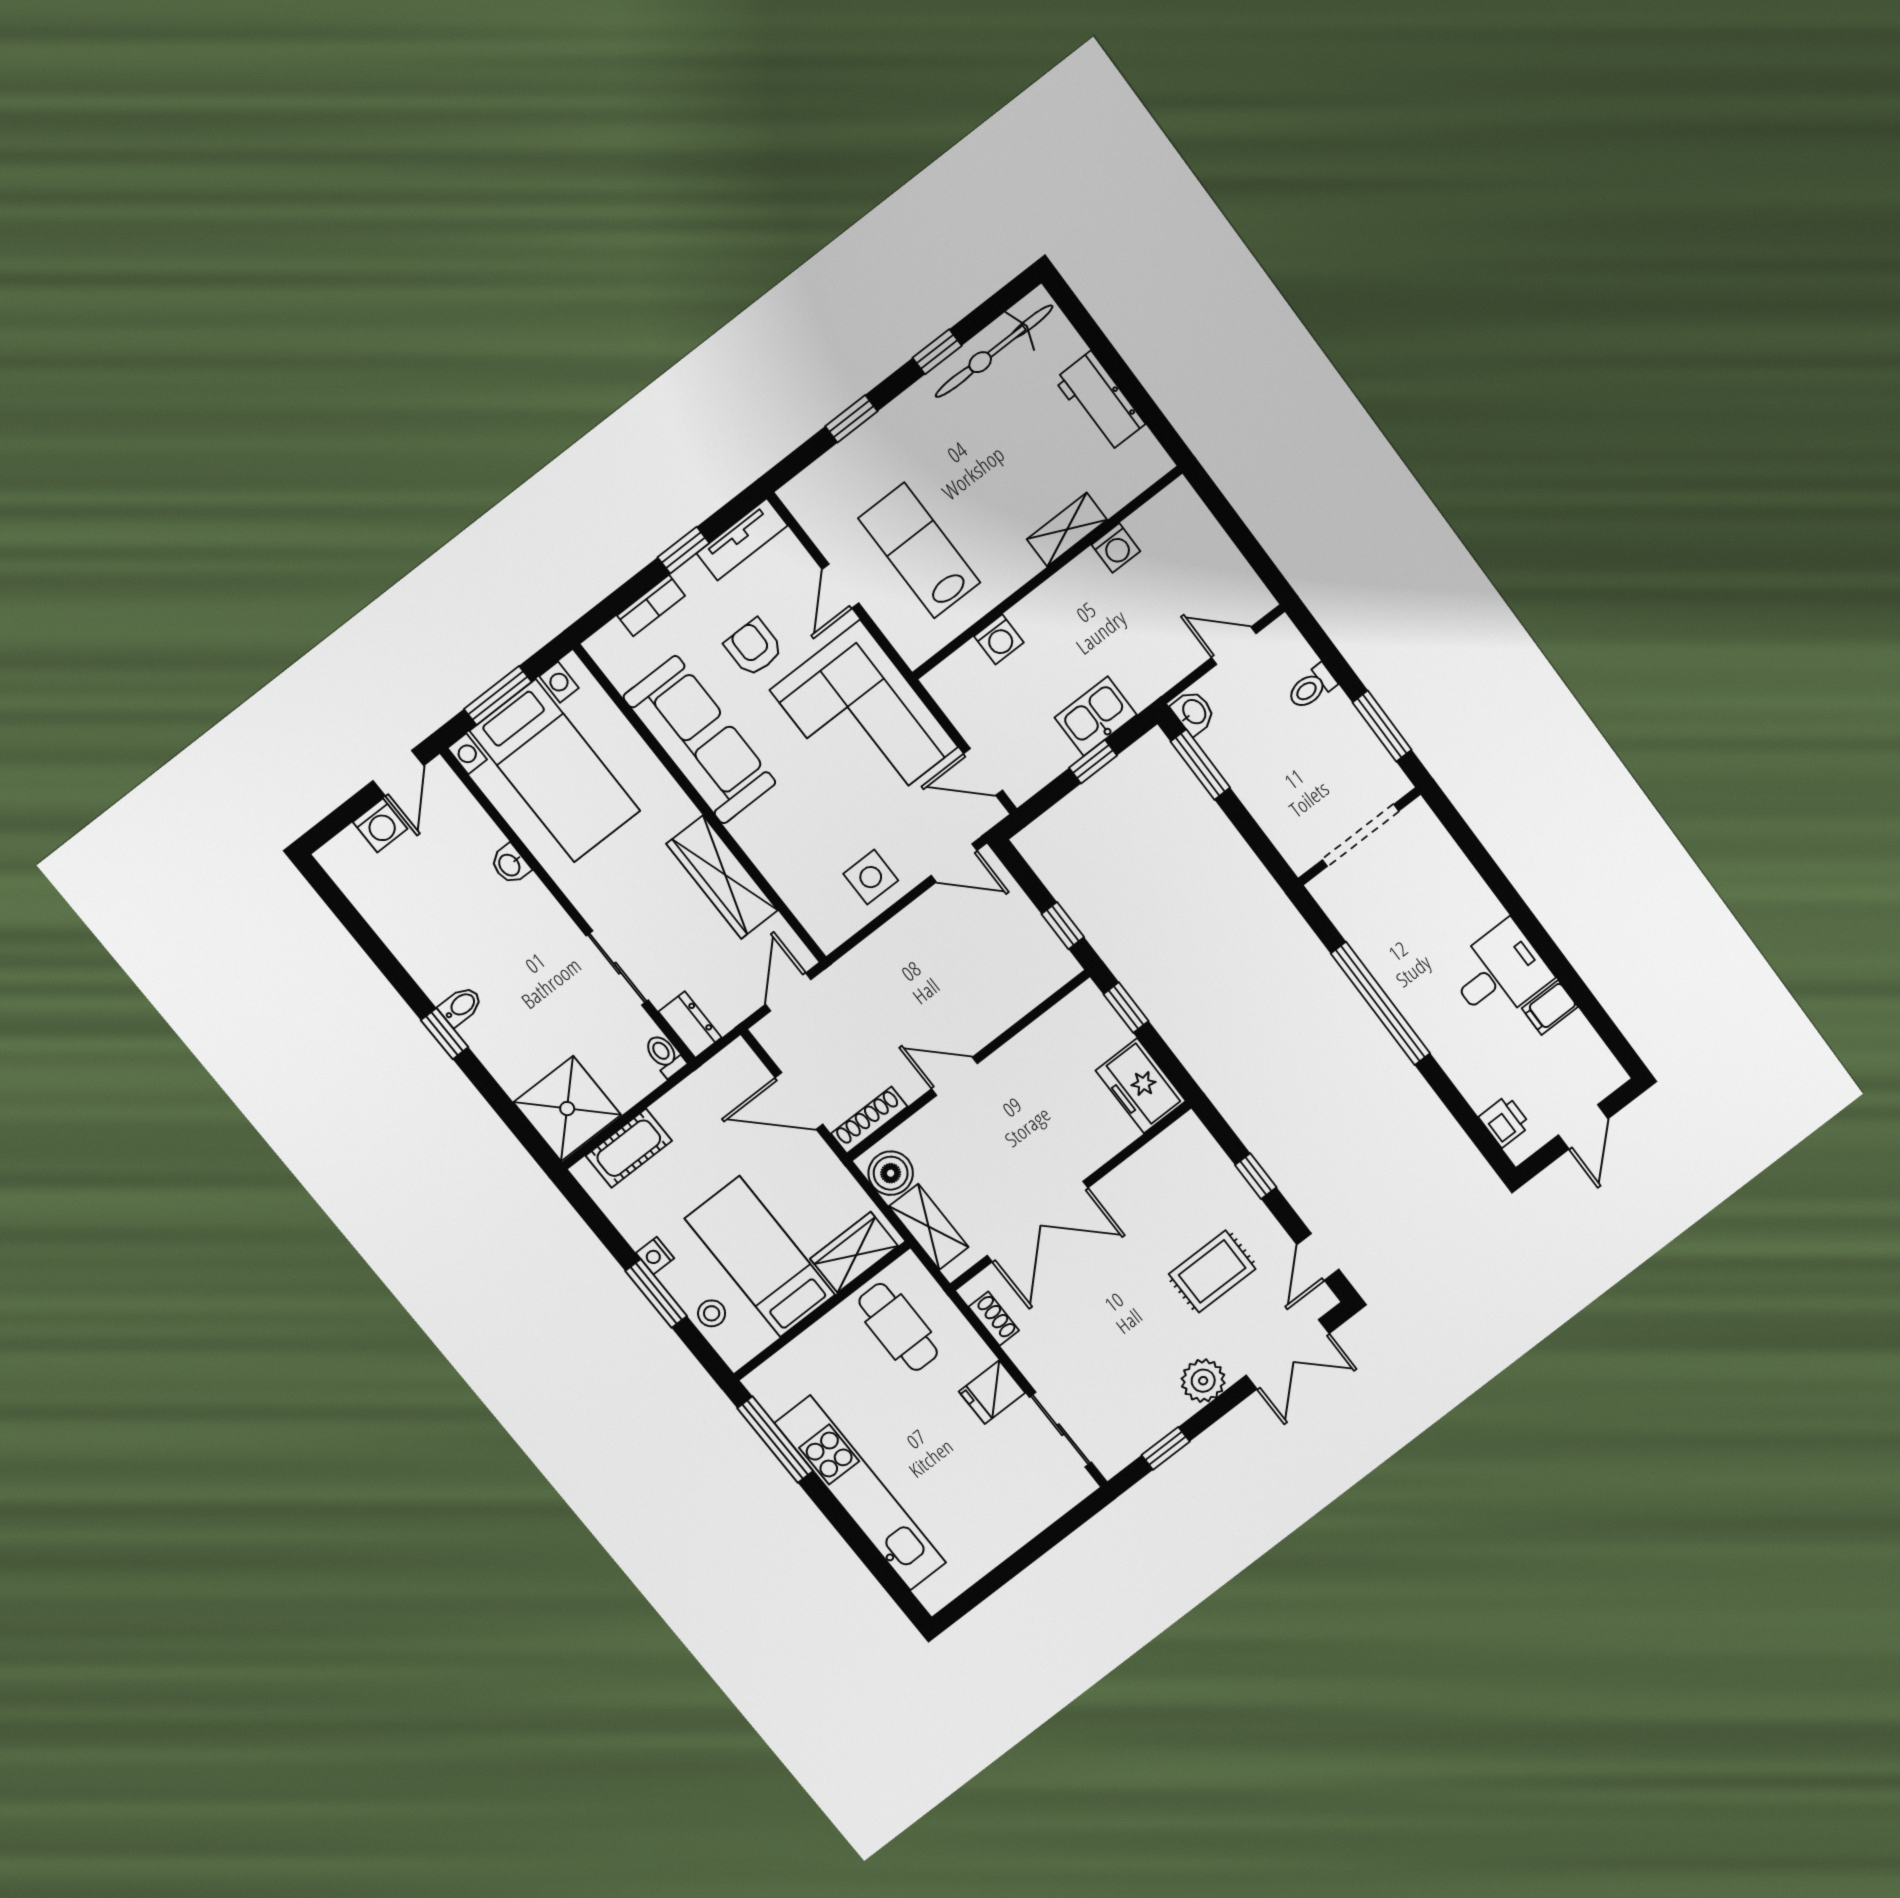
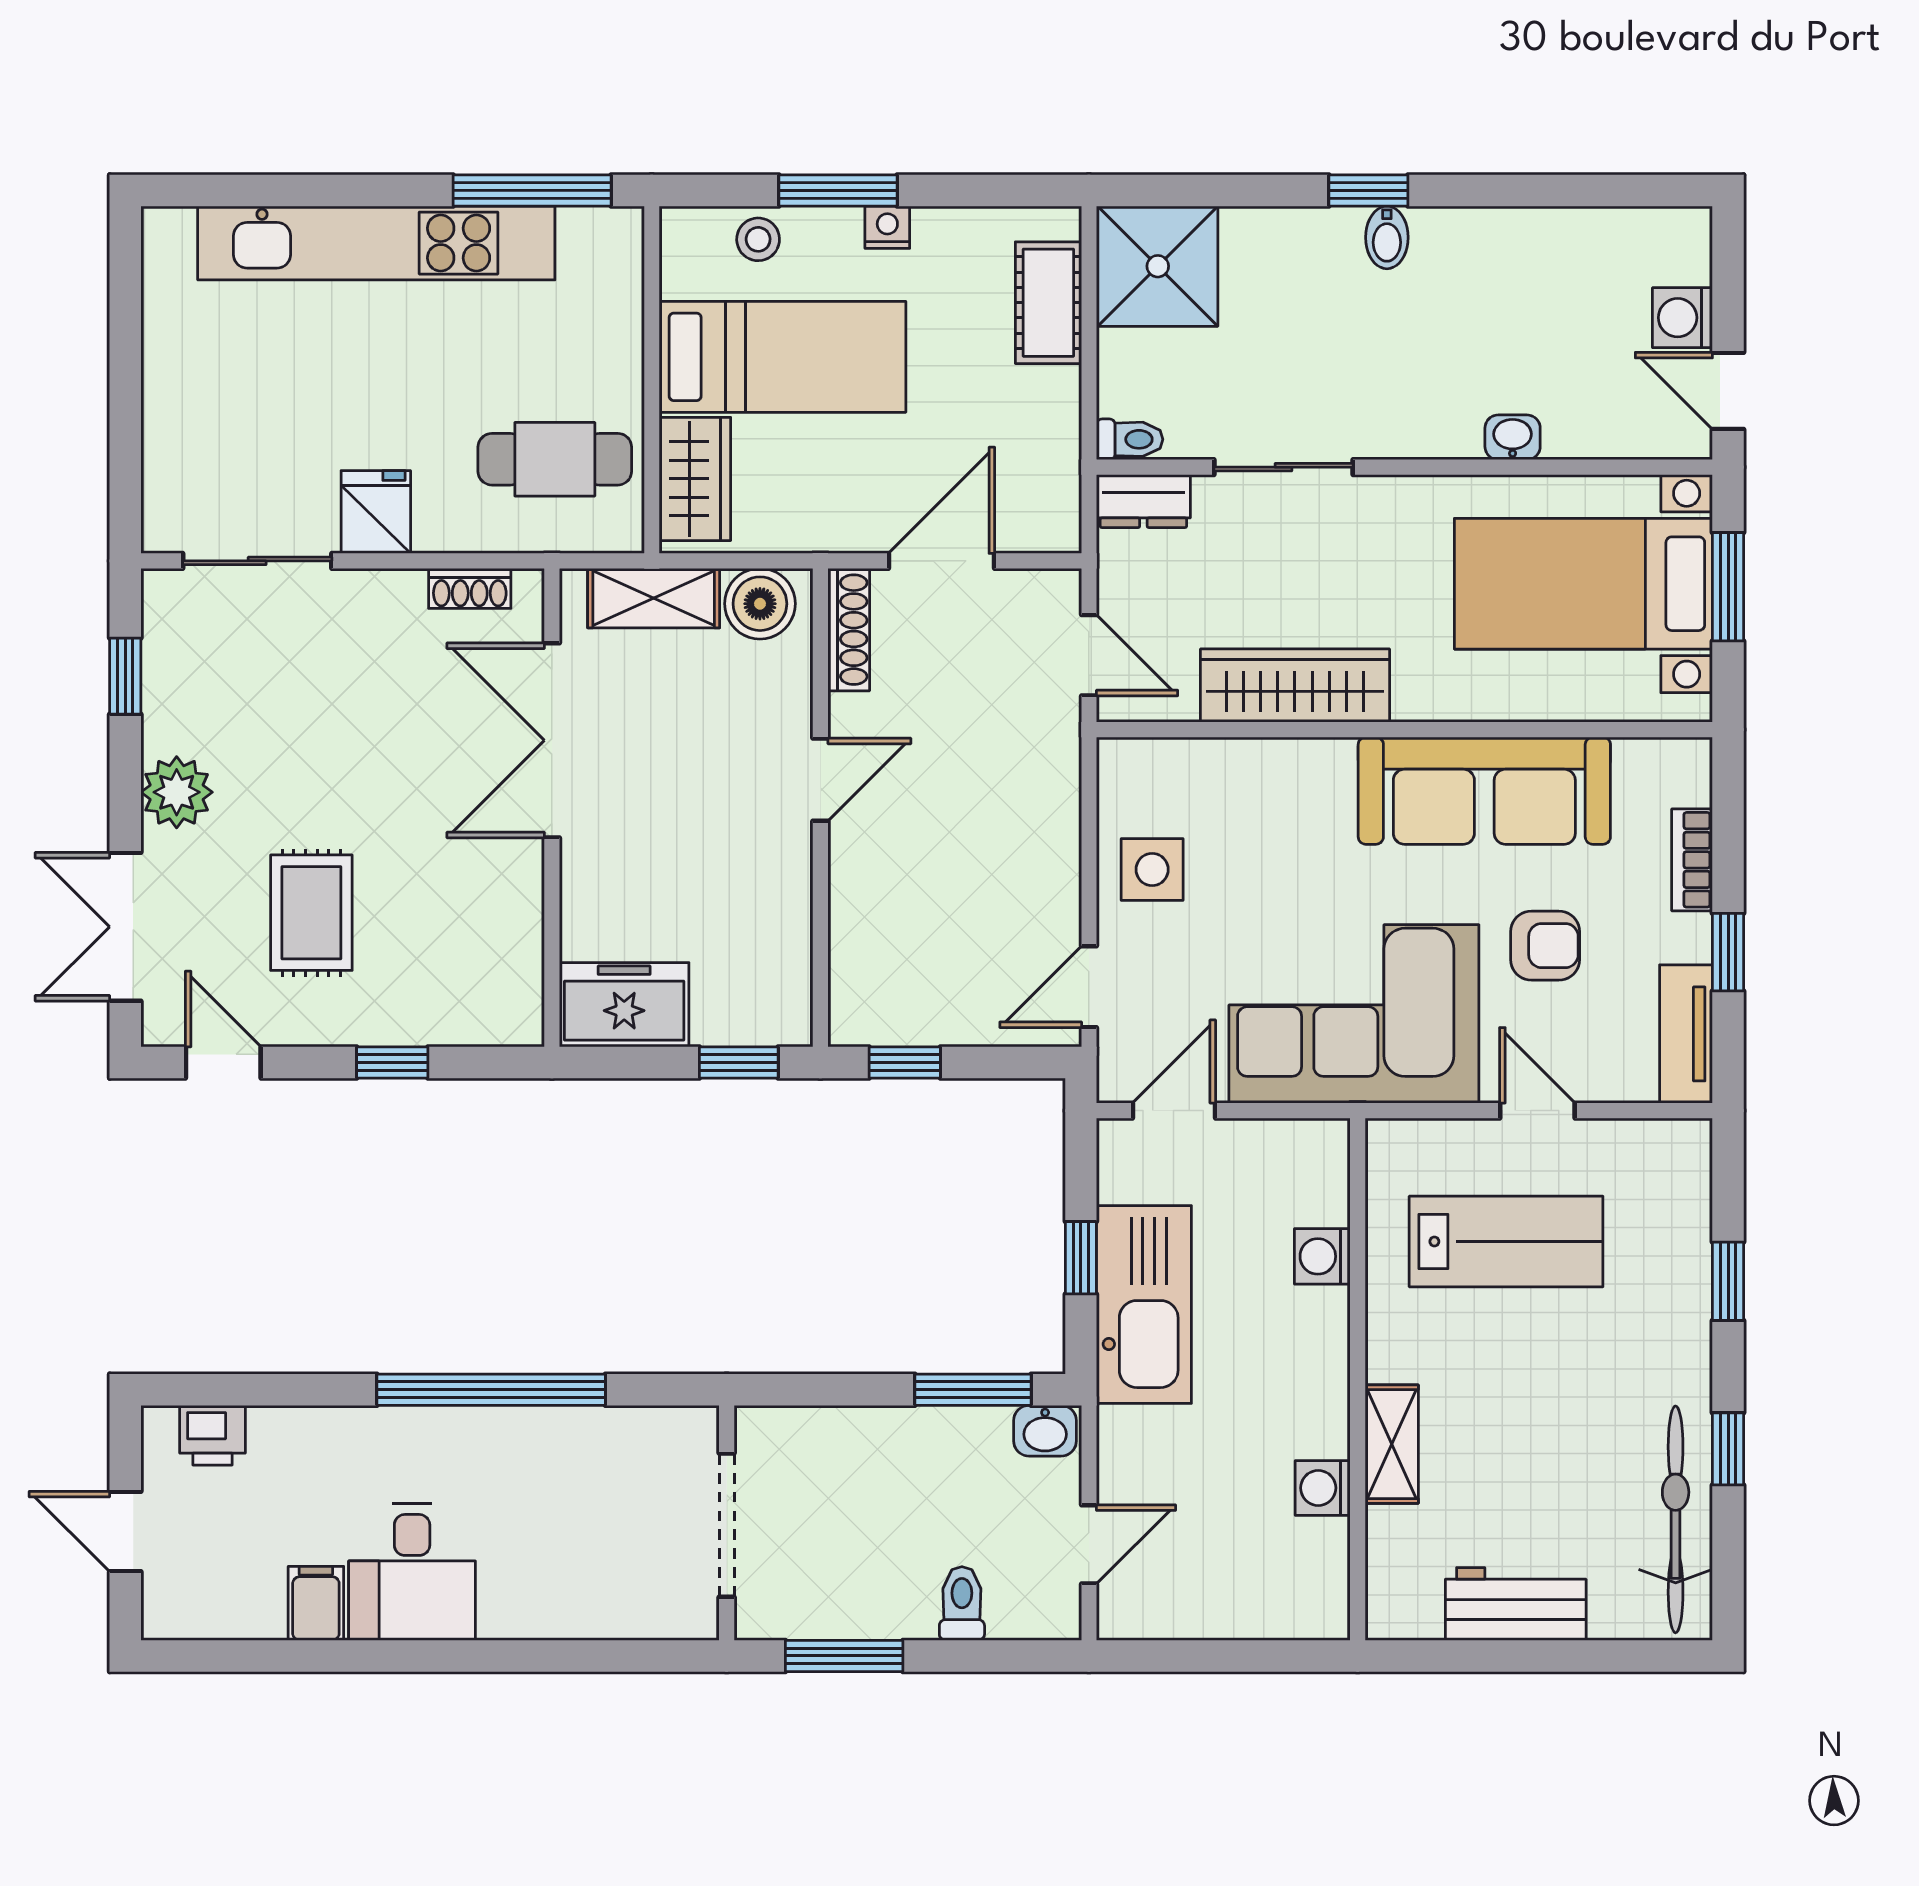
kitchen sink: (1096, 716) -> (1144, 1304), width x1.87, depth x1.24

